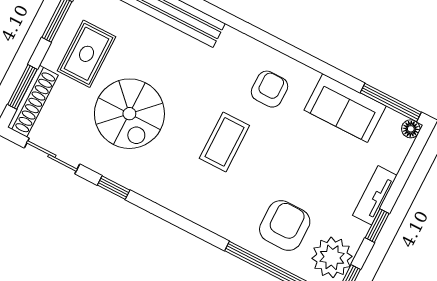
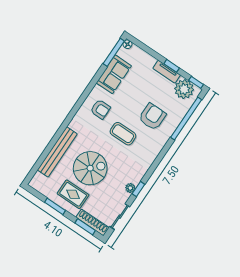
armchair: (270, 89) -> (100, 109), turned 180
spiral stairs: (129, 114) -> (90, 168), moved
plant: (114, 170) -> (130, 188), added
tv unit: (375, 195) -> (167, 72), moved
armchair: (285, 225) -> (152, 117), moved, turned 90

